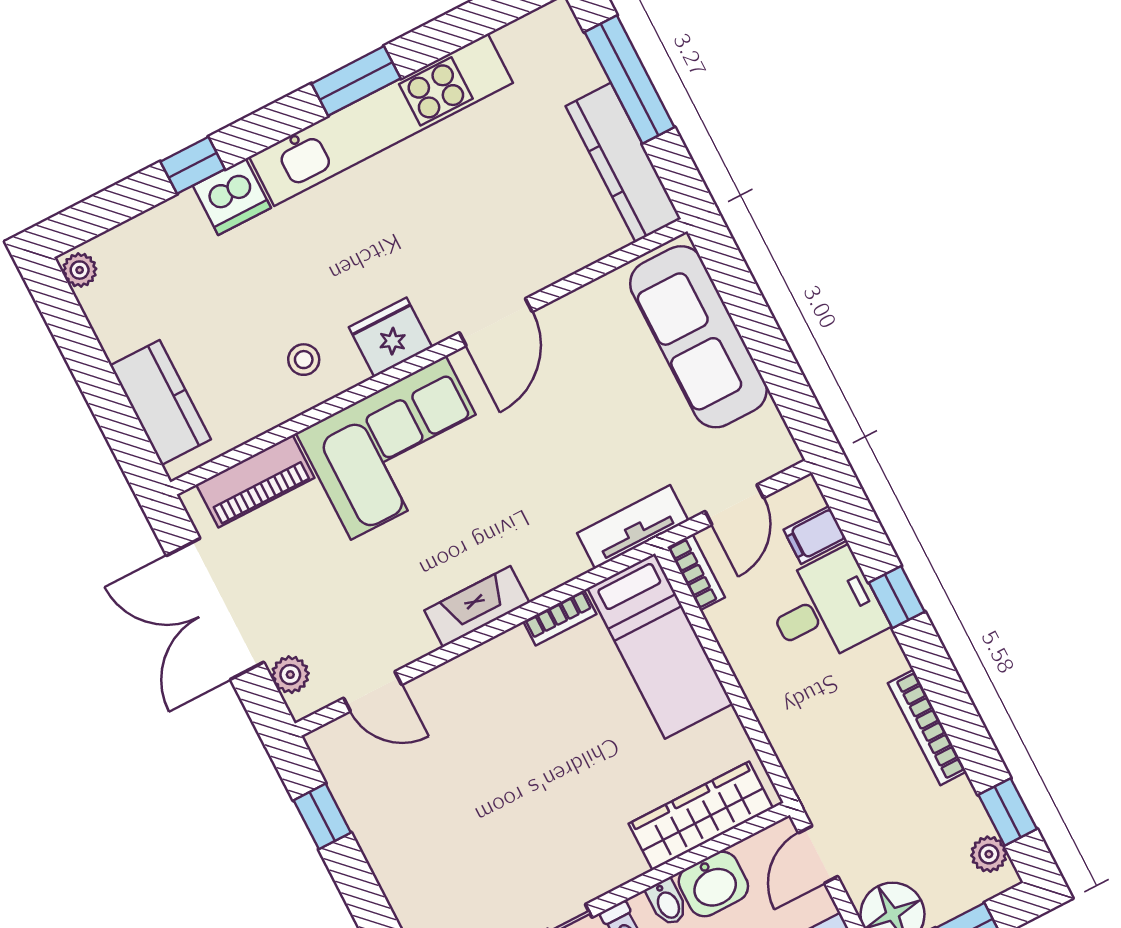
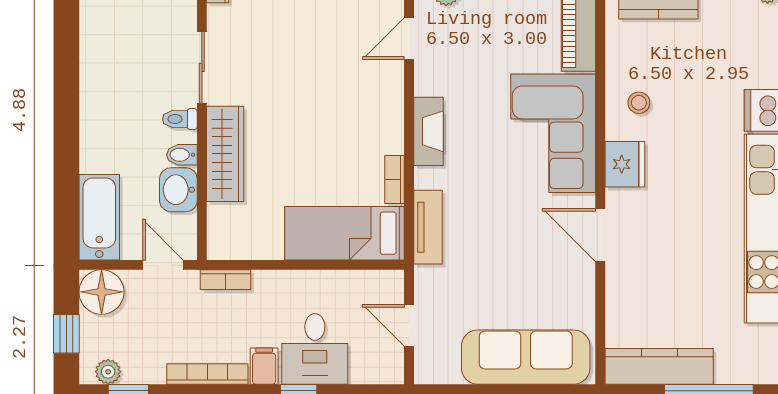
tv unit: (633, 527) -> (428, 227), moved
filing cabinet: (815, 535) -> (264, 366), moved
bookcase: (696, 572) -> (226, 280), moved
wardrobe: (701, 816) -> (225, 154), moved

